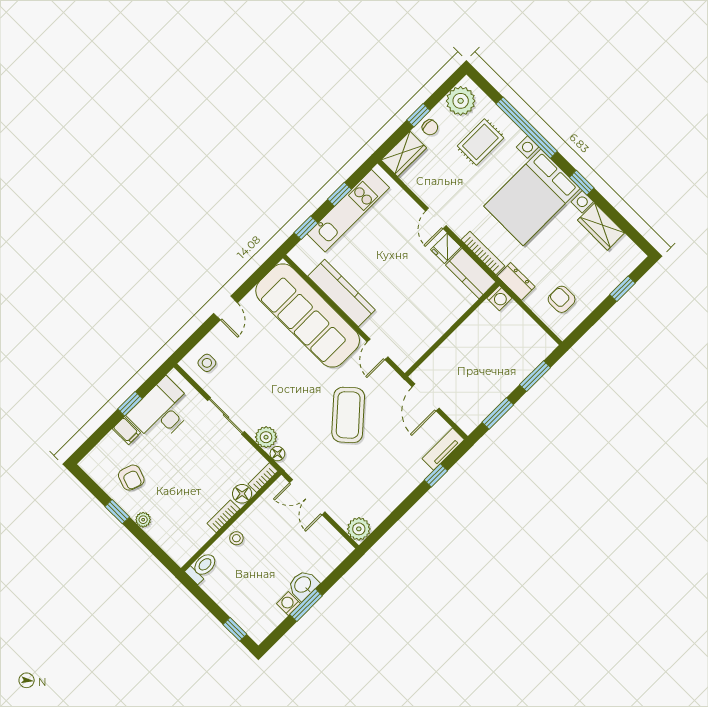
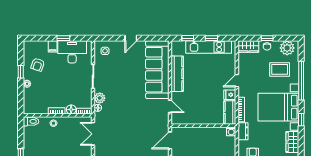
door: (378, 349) -> (170, 106), swing flipped
coffee table: (348, 415) -> (137, 119), removed

